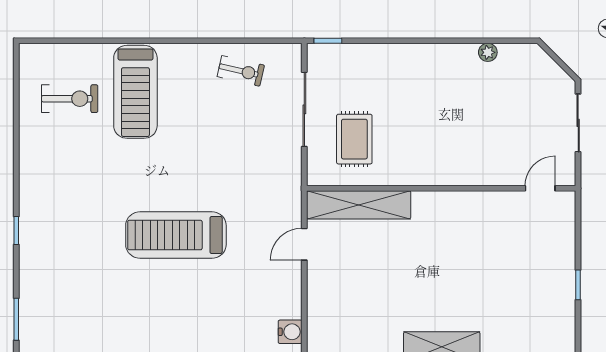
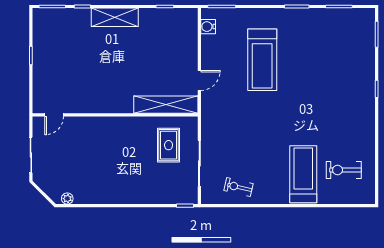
plant: (488, 52) -> (67, 199), moved
treadmill: (176, 235) -> (262, 60), moved, turned 90

